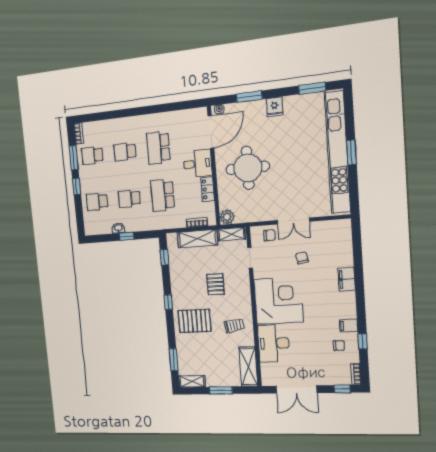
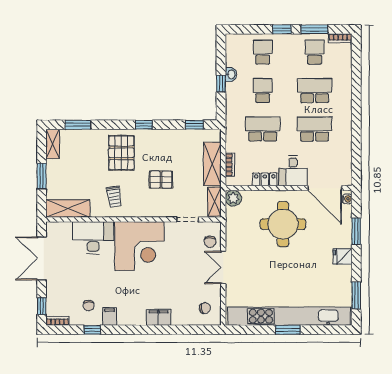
school desk: (125, 152) -> (315, 91), width x1.85
chair: (302, 258) -> (205, 308), moved

